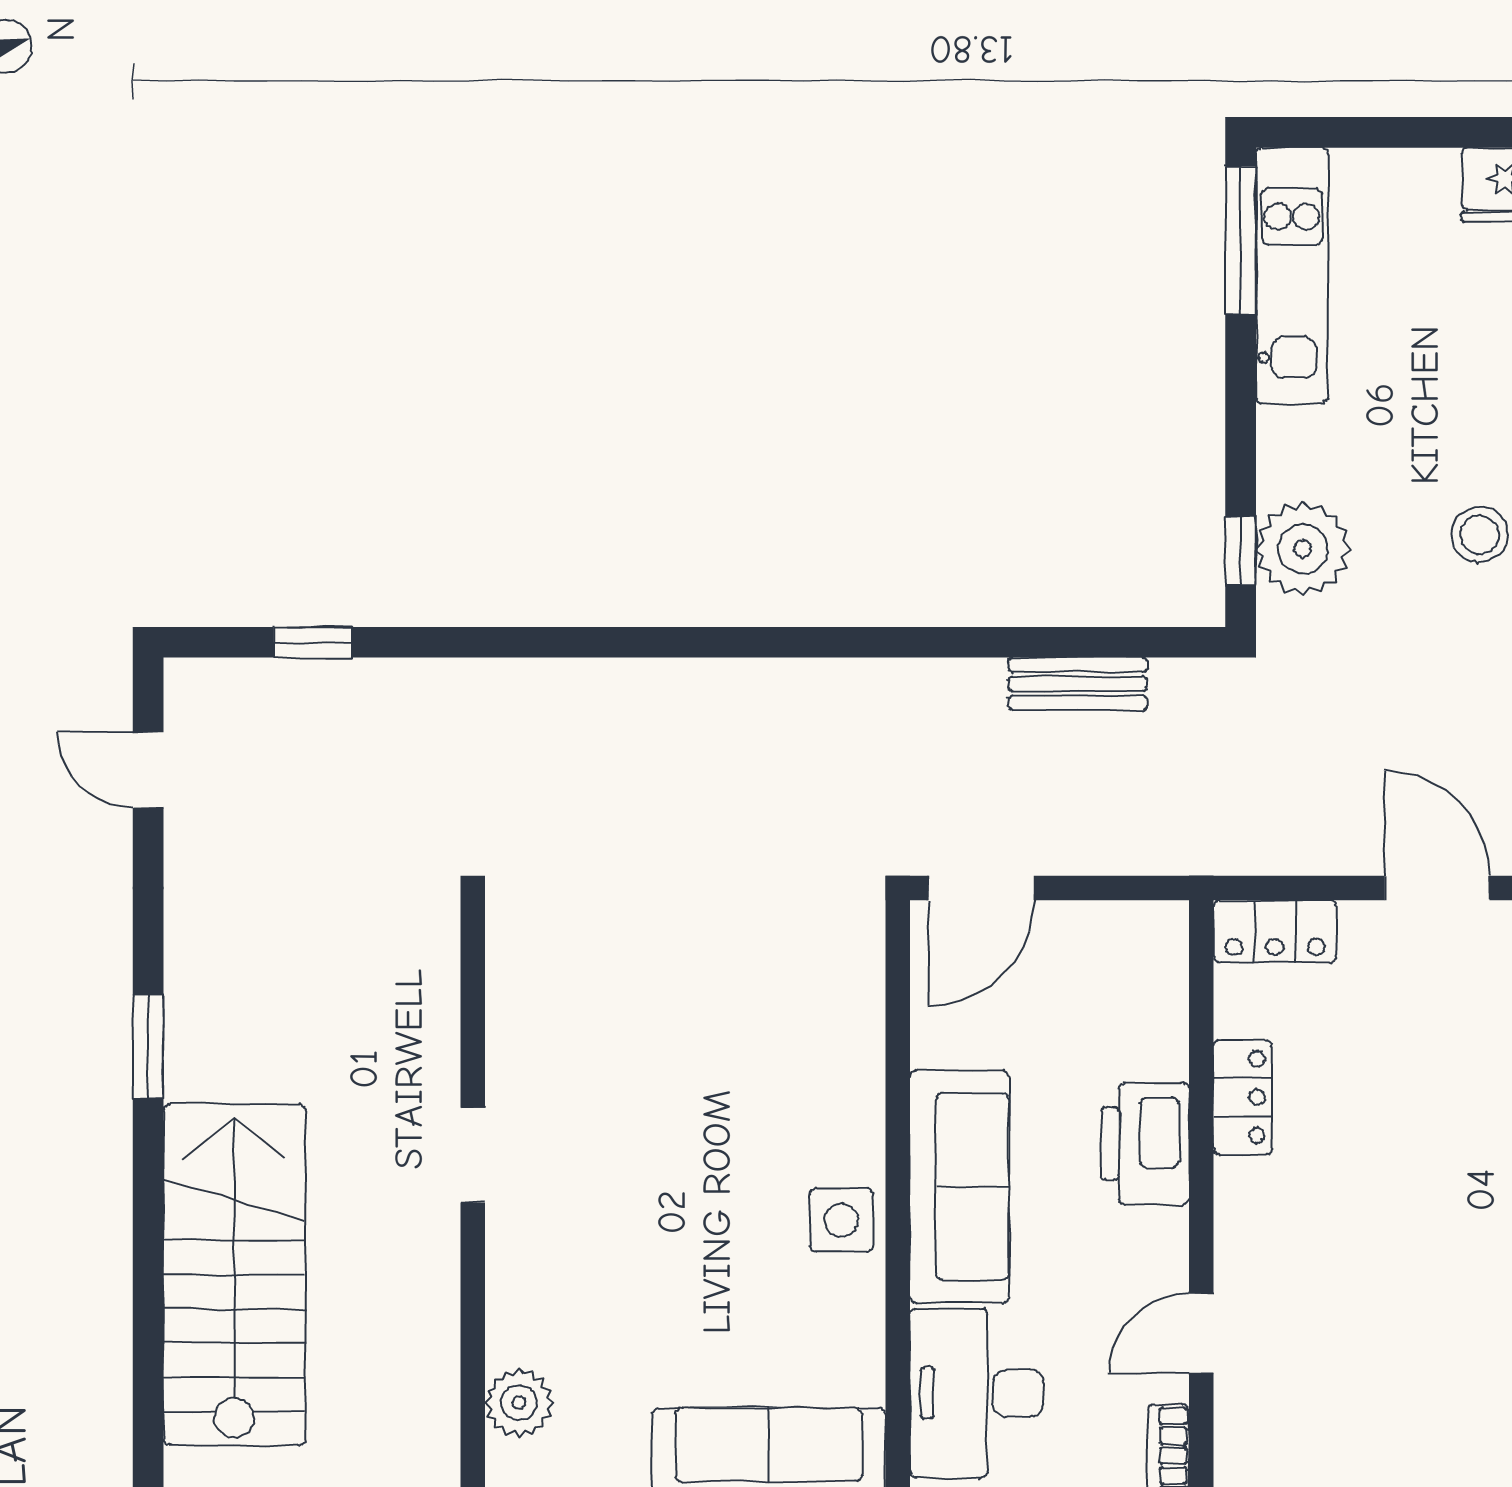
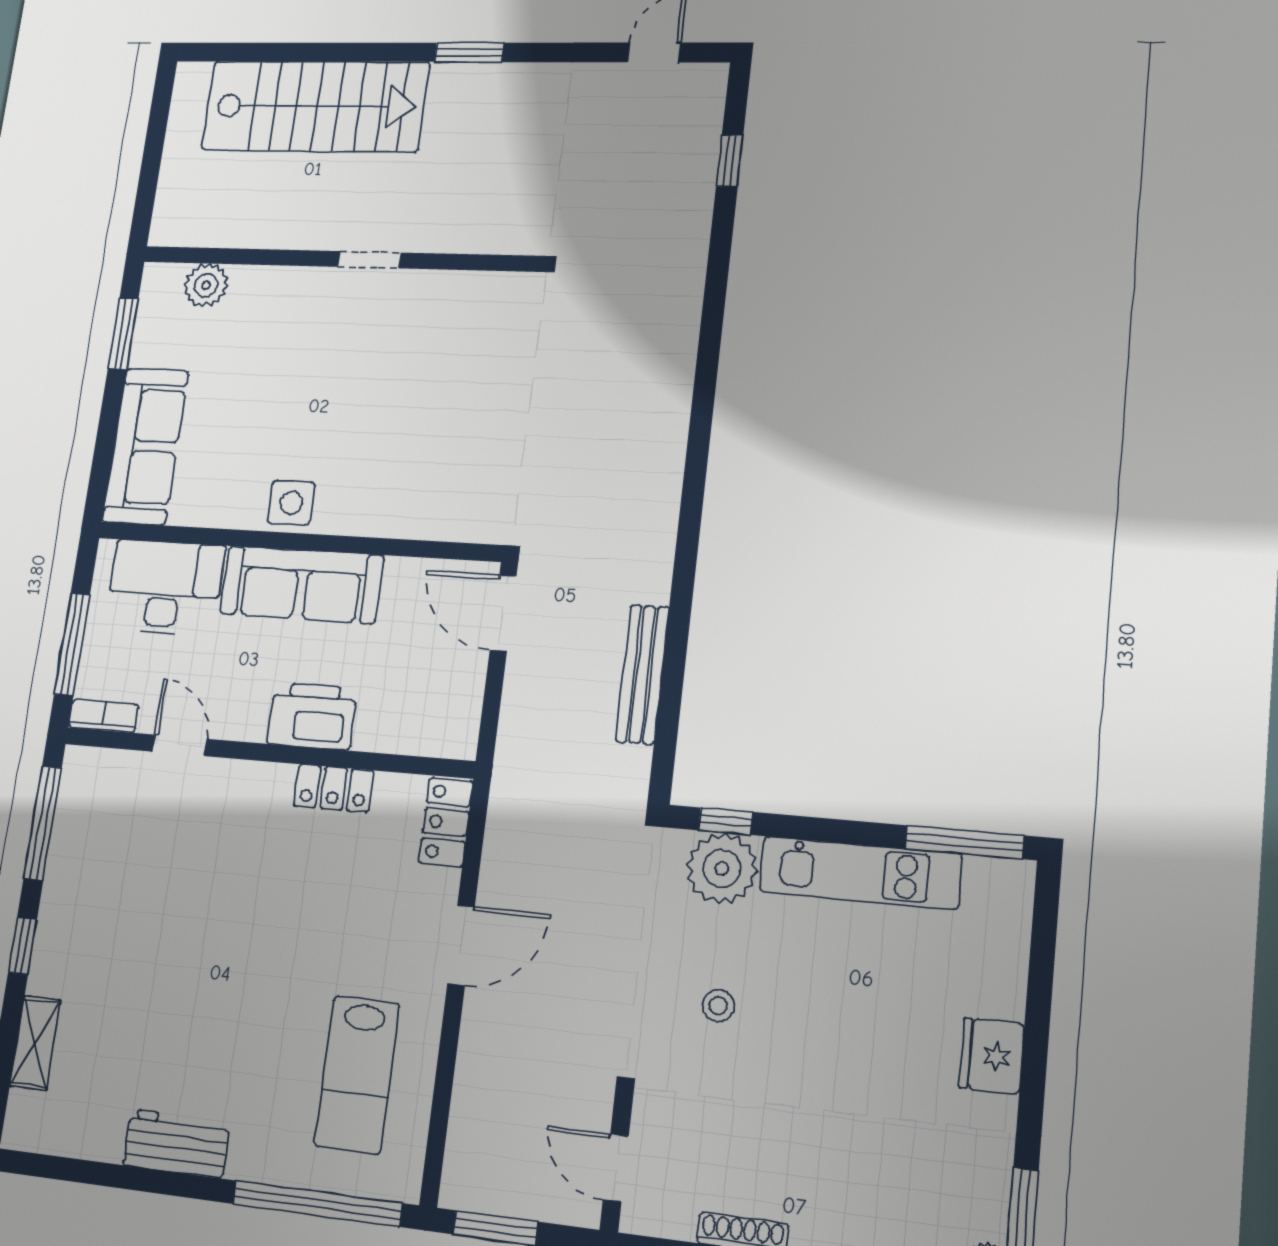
kitchen unit: (1292, 276) -> (860, 873), moved
stool: (1480, 535) -> (718, 1006), width x0.73, depth x0.73
bench: (1078, 684) -> (642, 674), width x1.36

